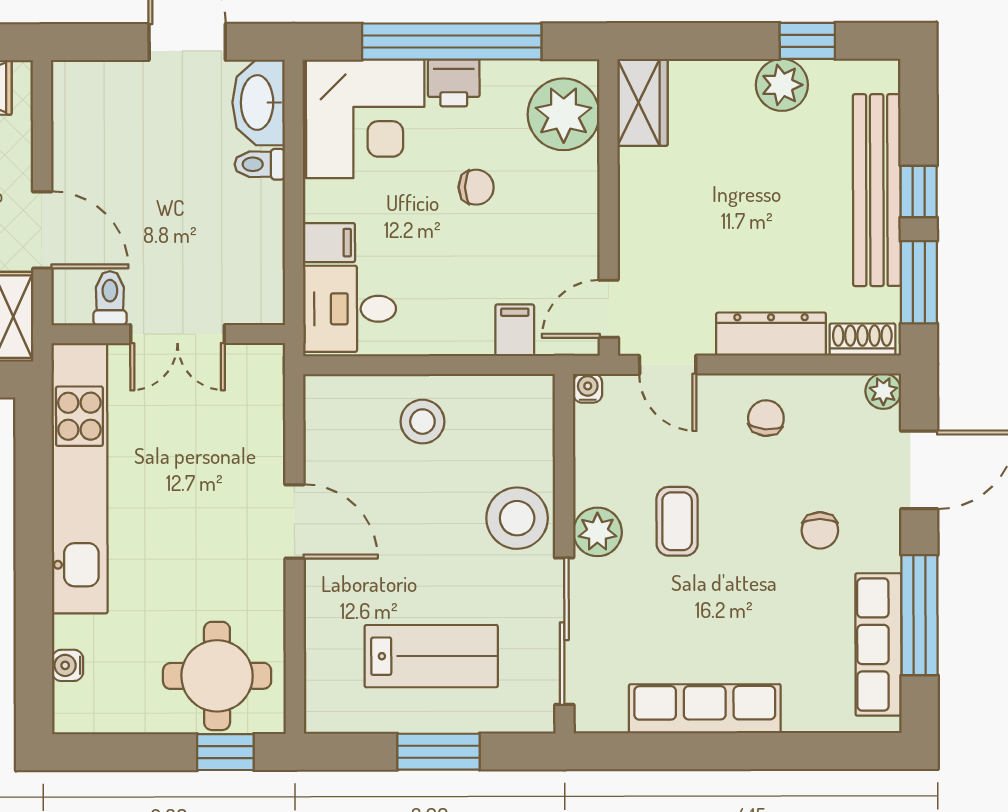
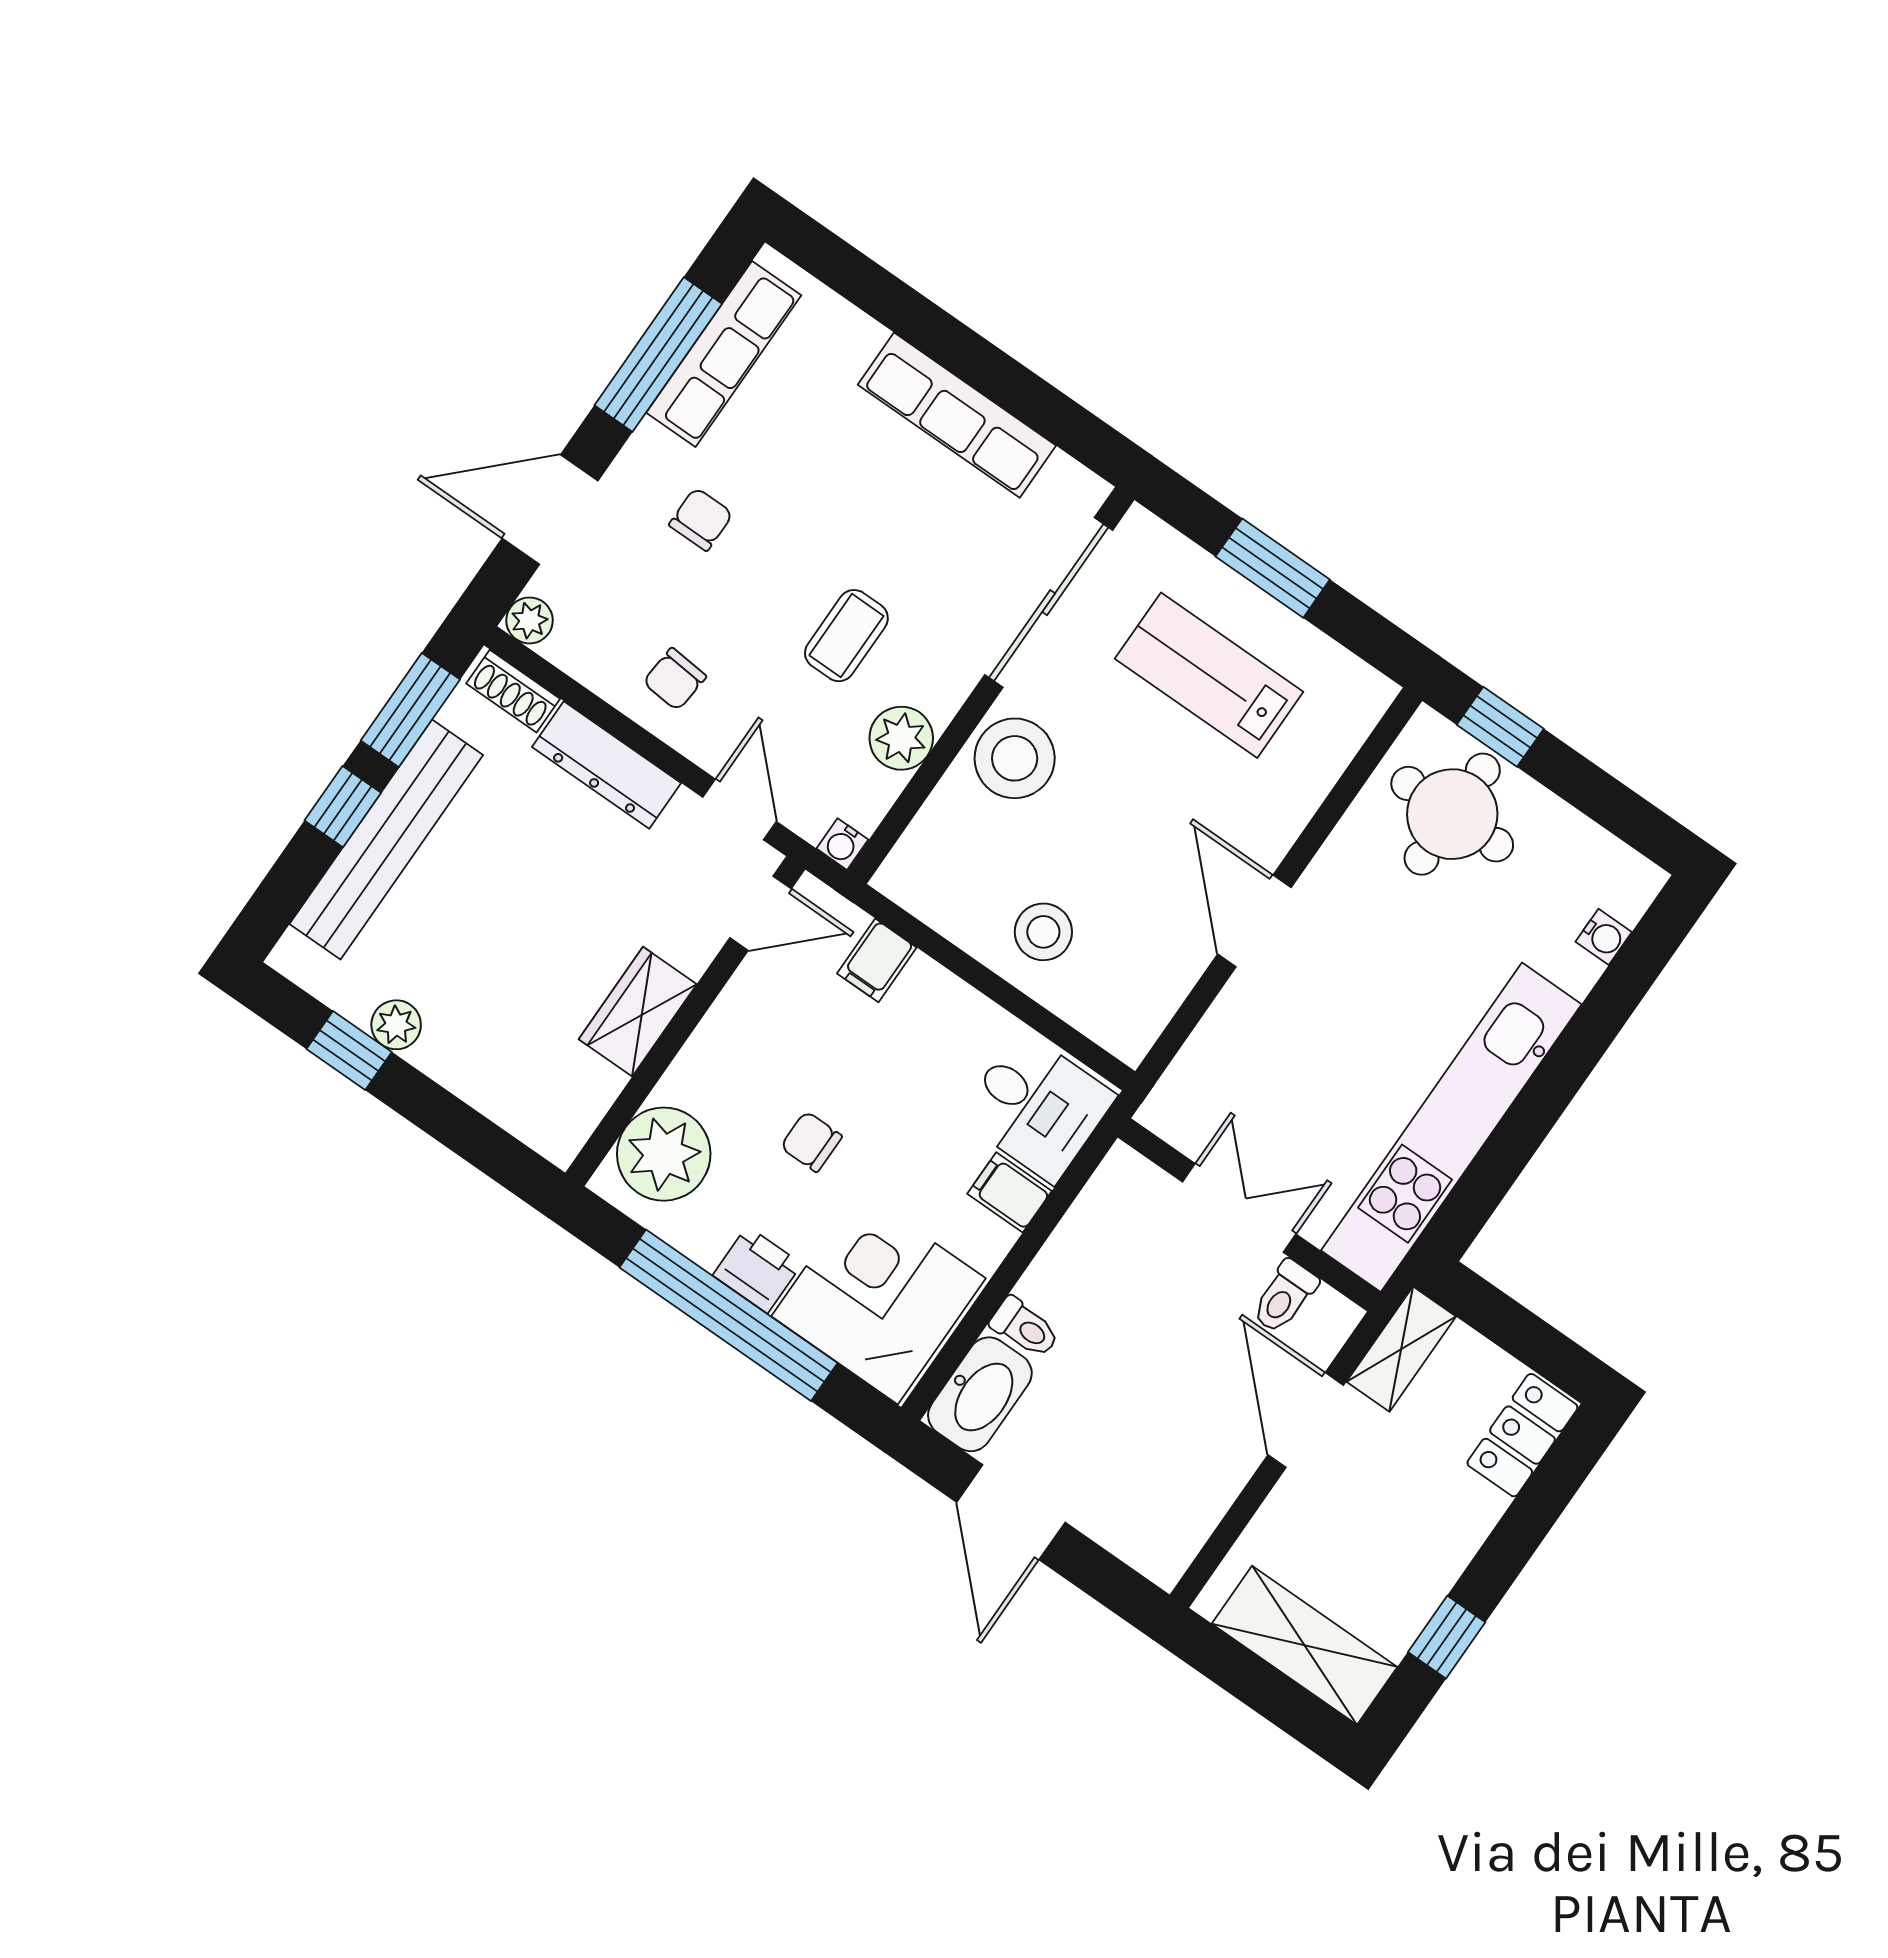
plant: (782, 85) -> (396, 1025), width x0.73, depth x0.73
wardrobe: (643, 102) -> (638, 1012), moved
plant: (597, 532) -> (901, 738), moved

